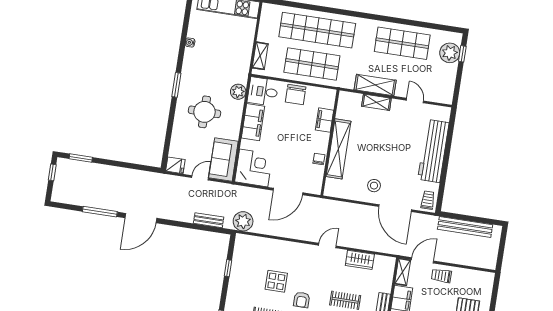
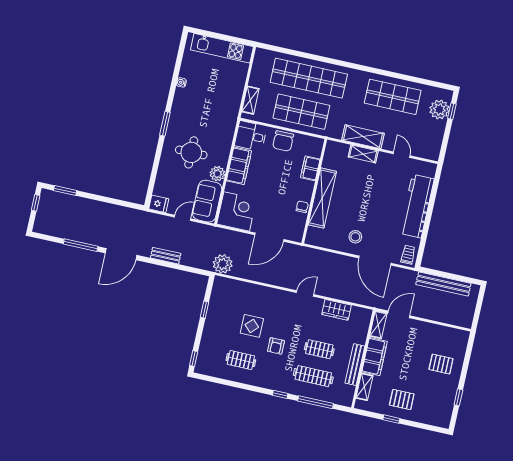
plant: (238, 92) -> (217, 174), moved
bench: (209, 220) -> (166, 256), moved
trolley: (441, 276) -> (417, 331), removed

